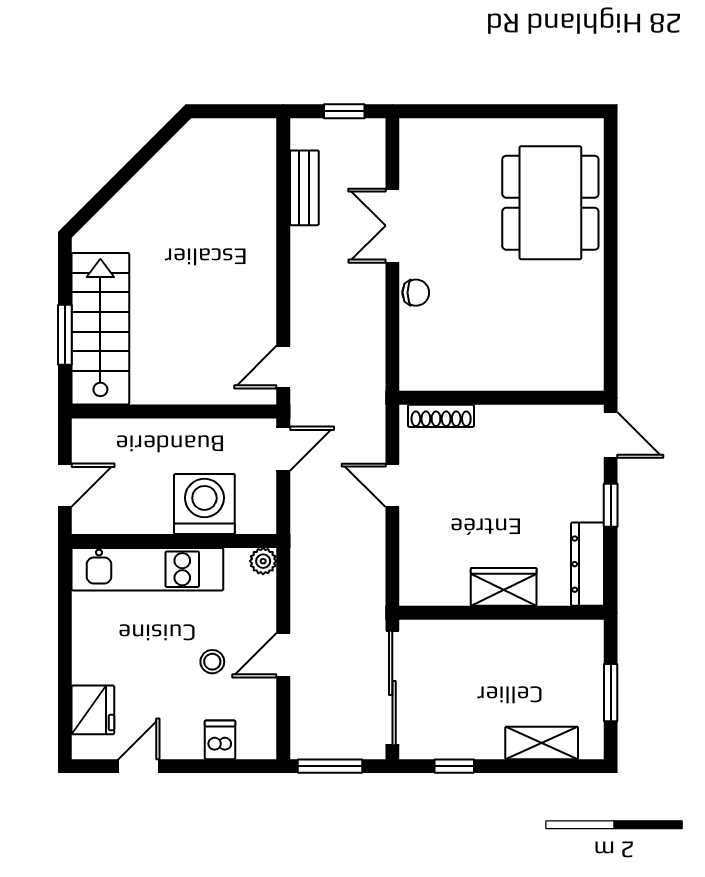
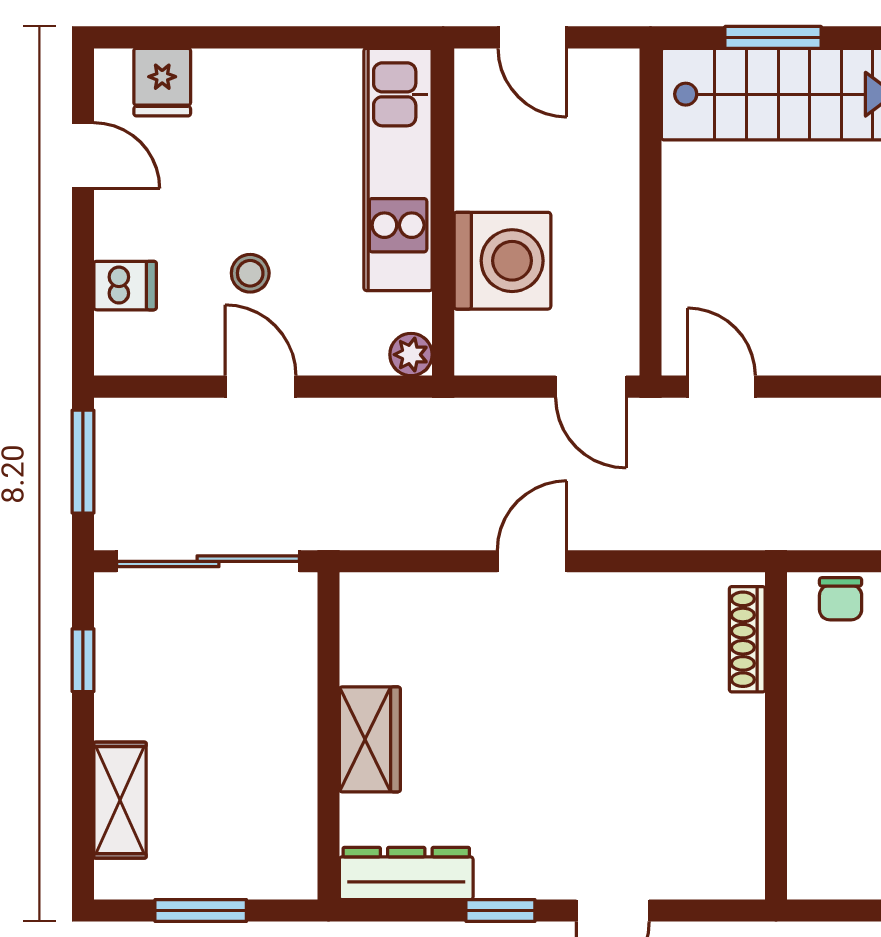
wall: (501, 398) -> (776, 736), moved
shoe rack: (441, 416) -> (747, 639), moved
fridge: (93, 710) -> (162, 82), width x0.72

